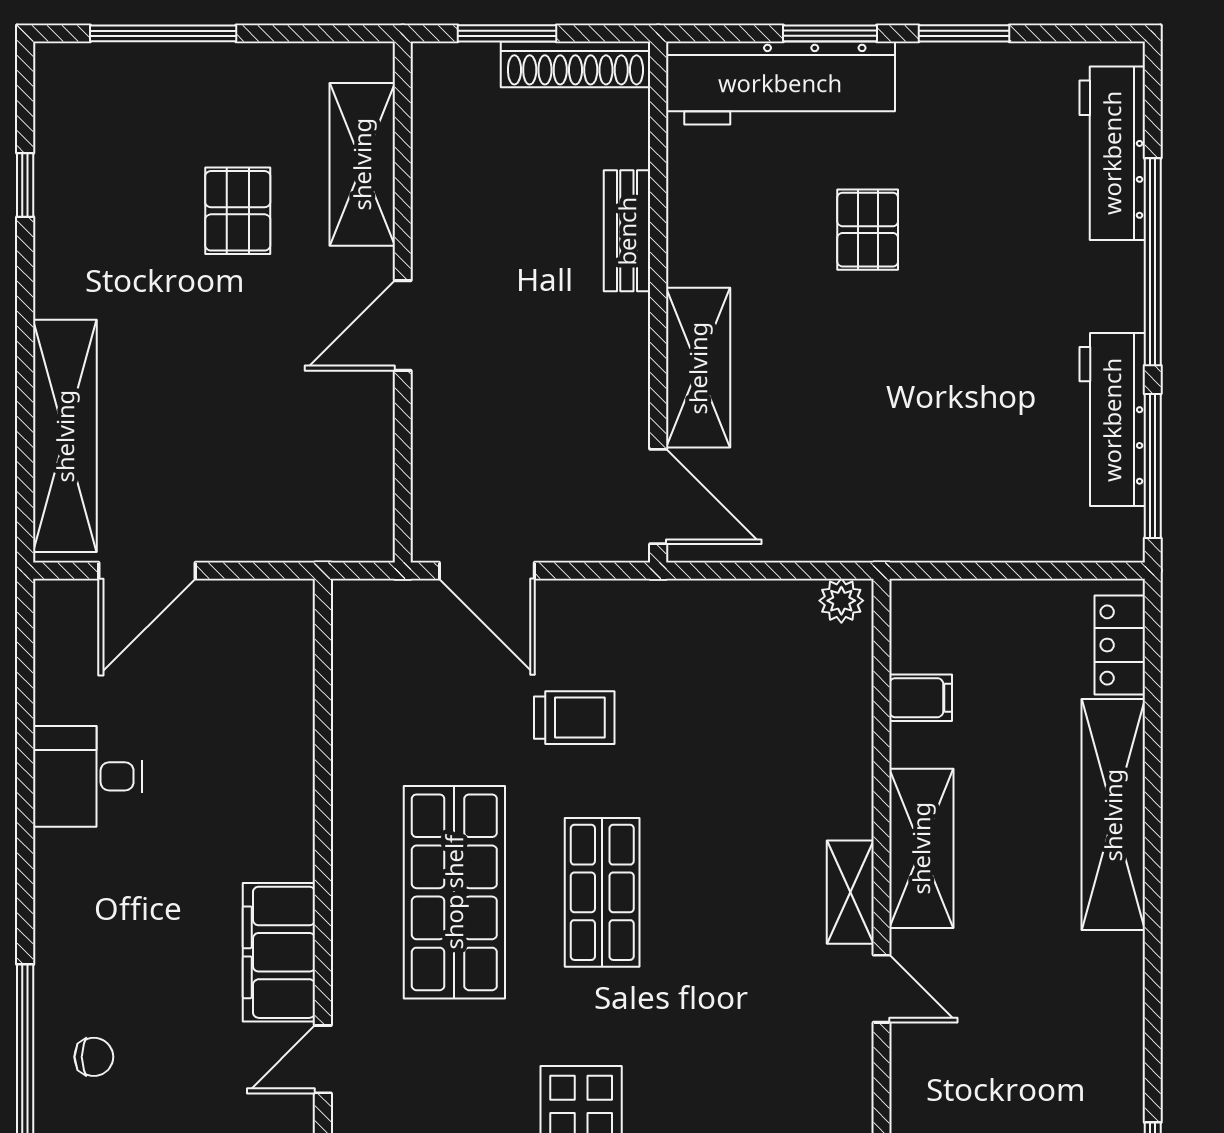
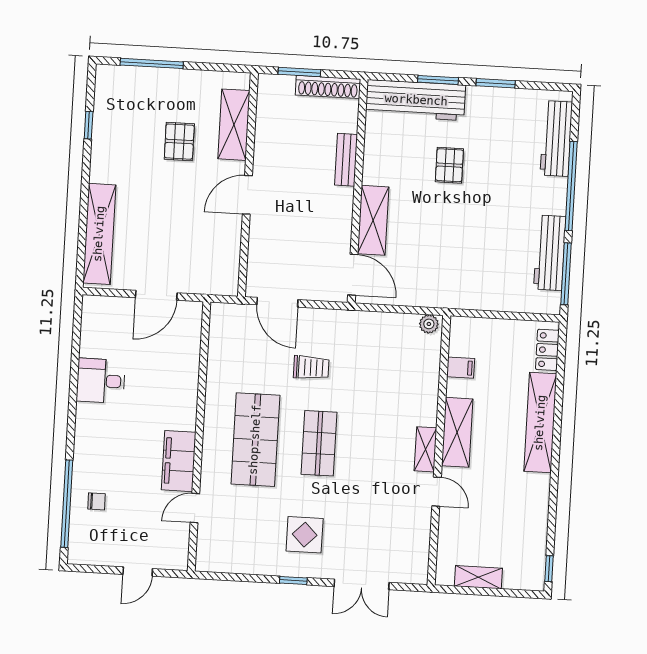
door: (147, 571) -> (156, 295), moved

